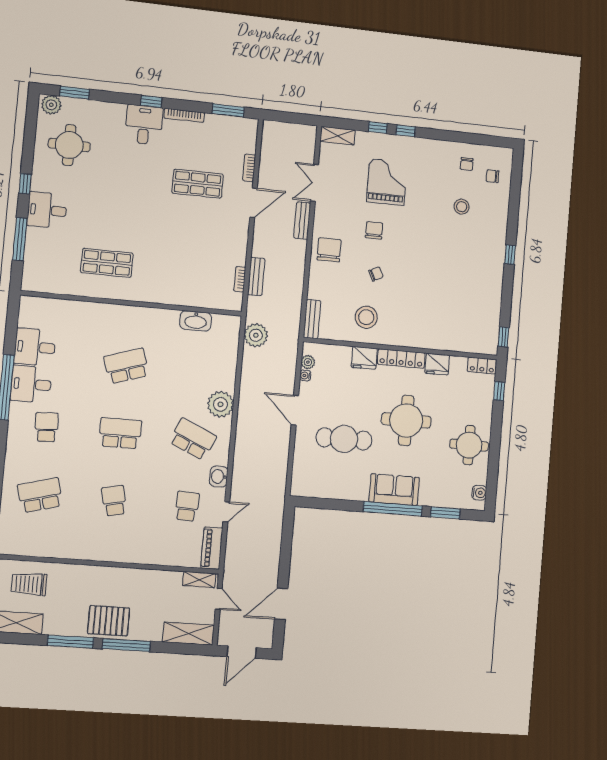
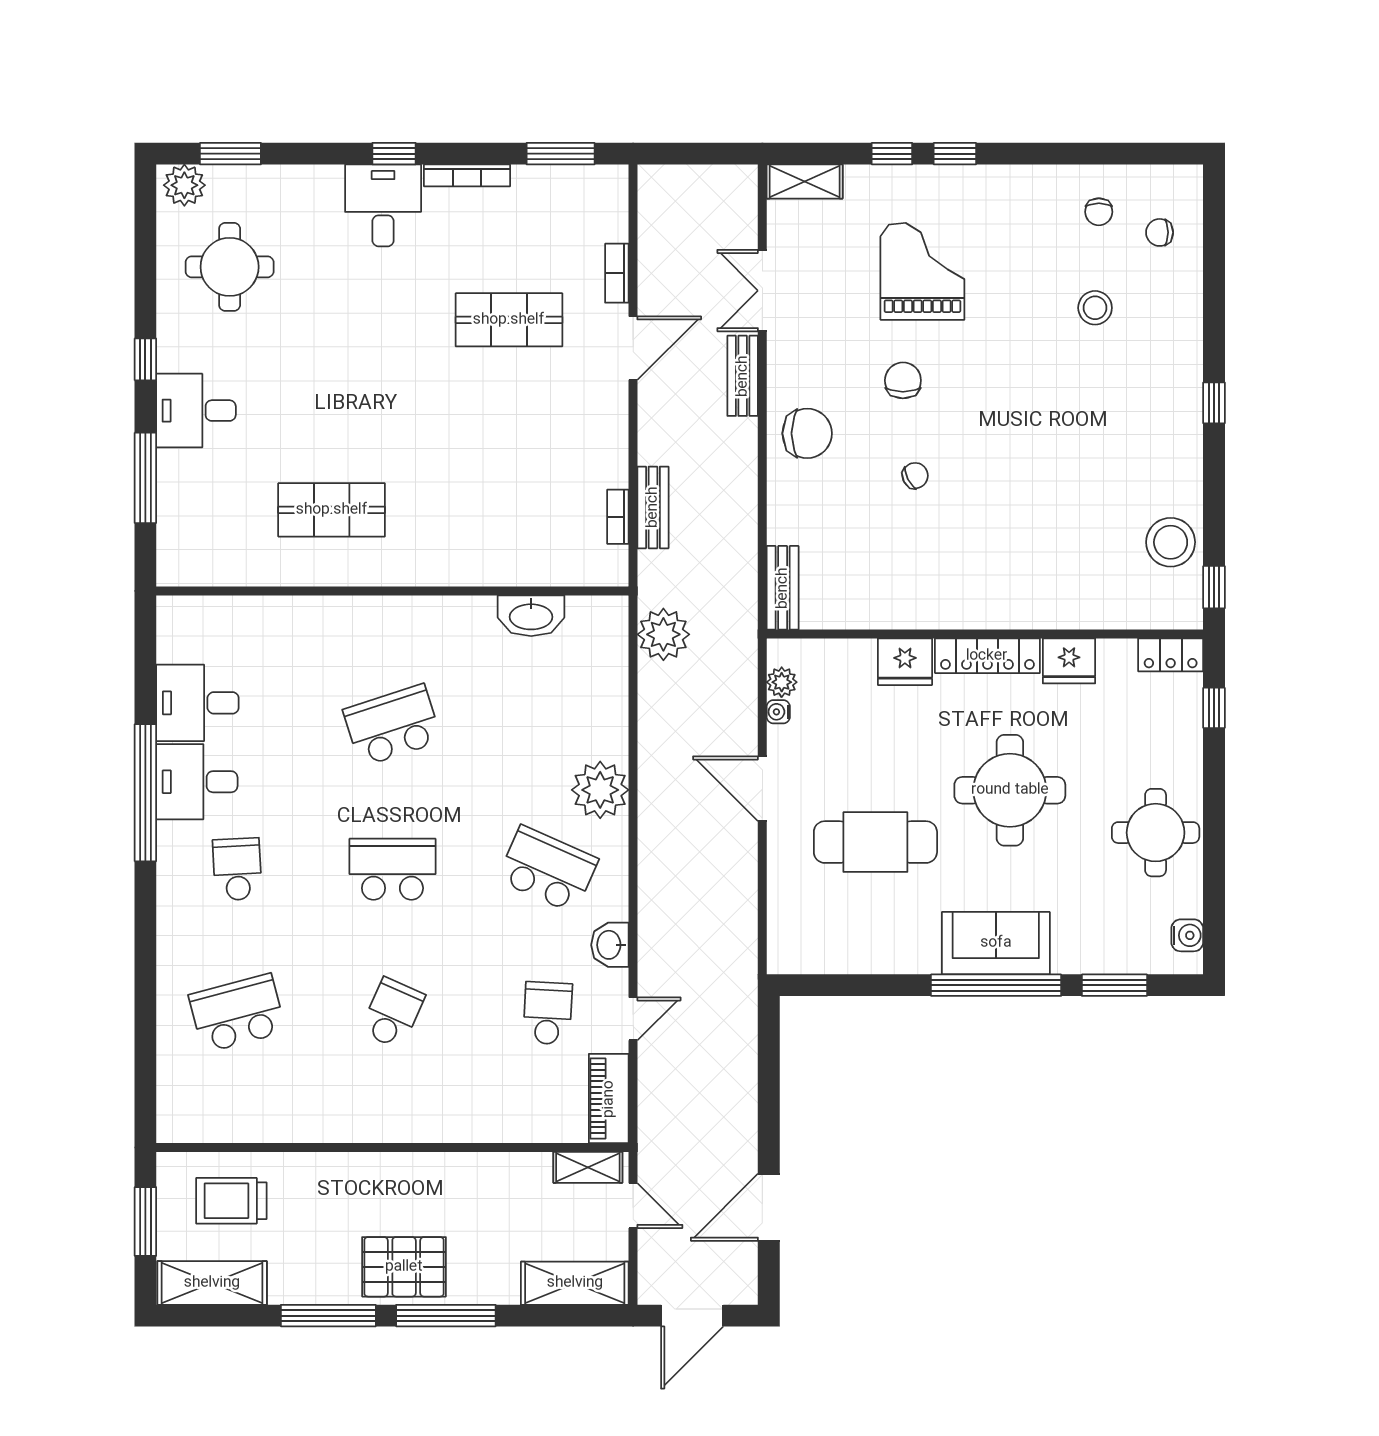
chair: (329, 250) -> (807, 433), turned 90
stool: (366, 317) -> (1171, 542), moved
school desk: (114, 501) -> (392, 1013), turned 36

